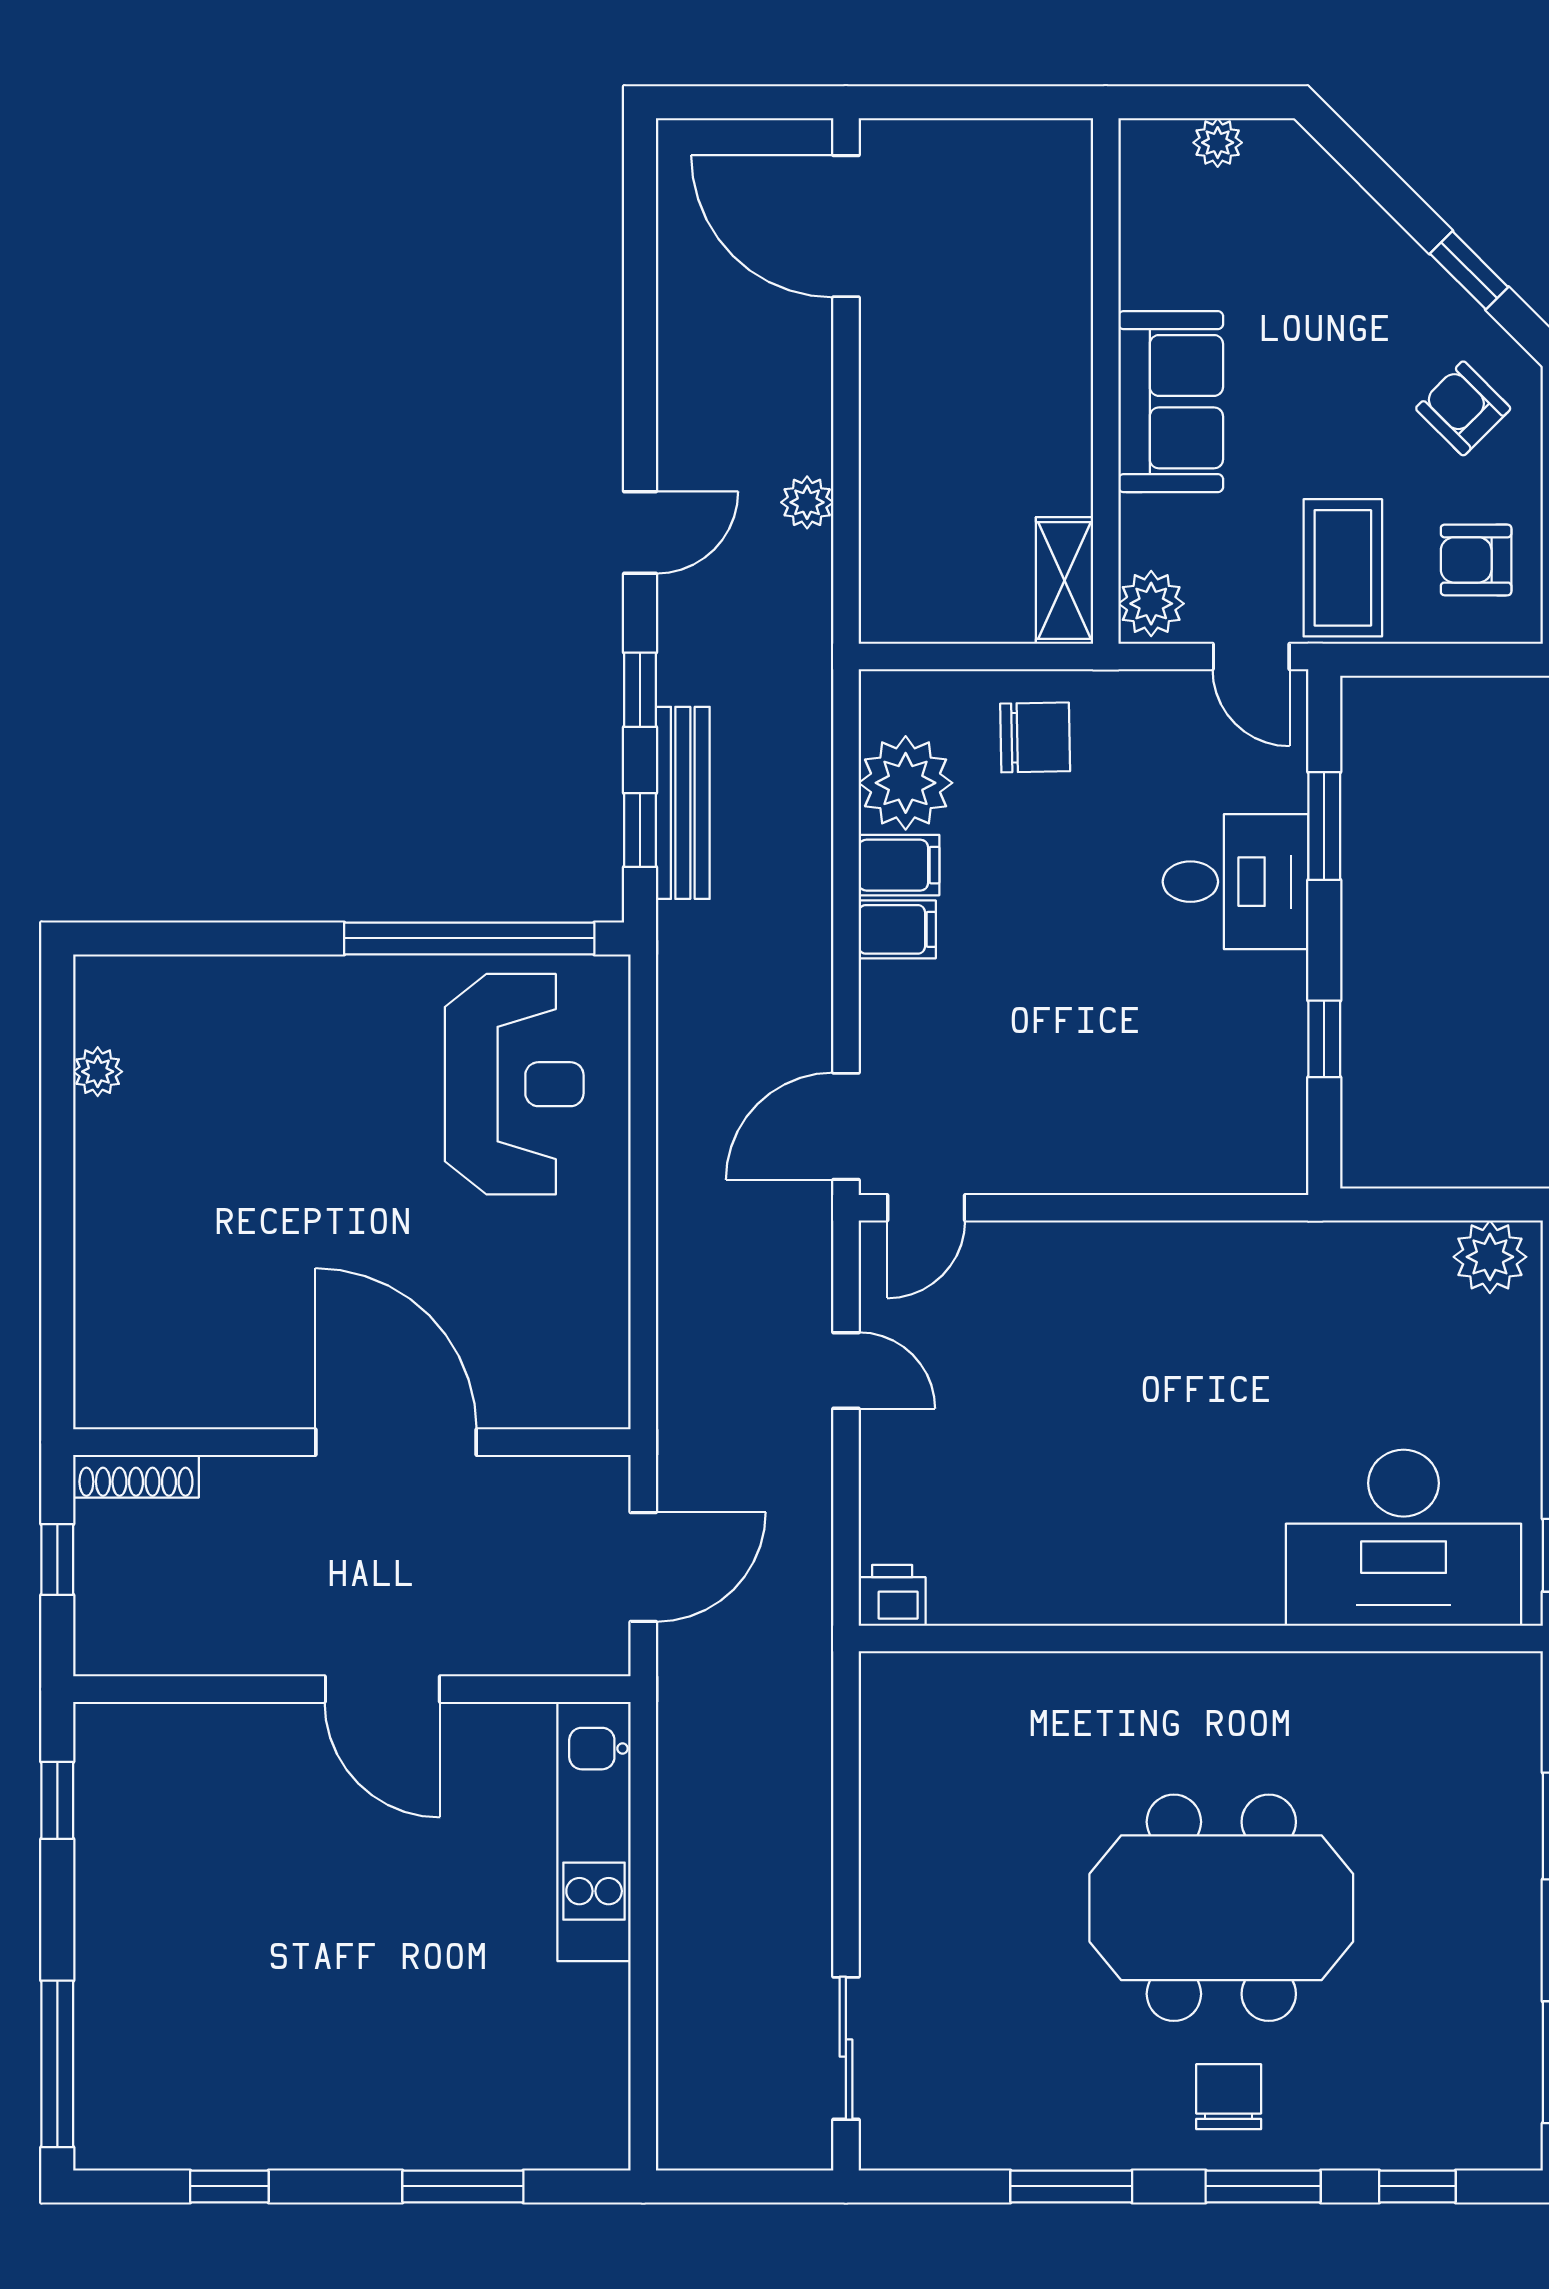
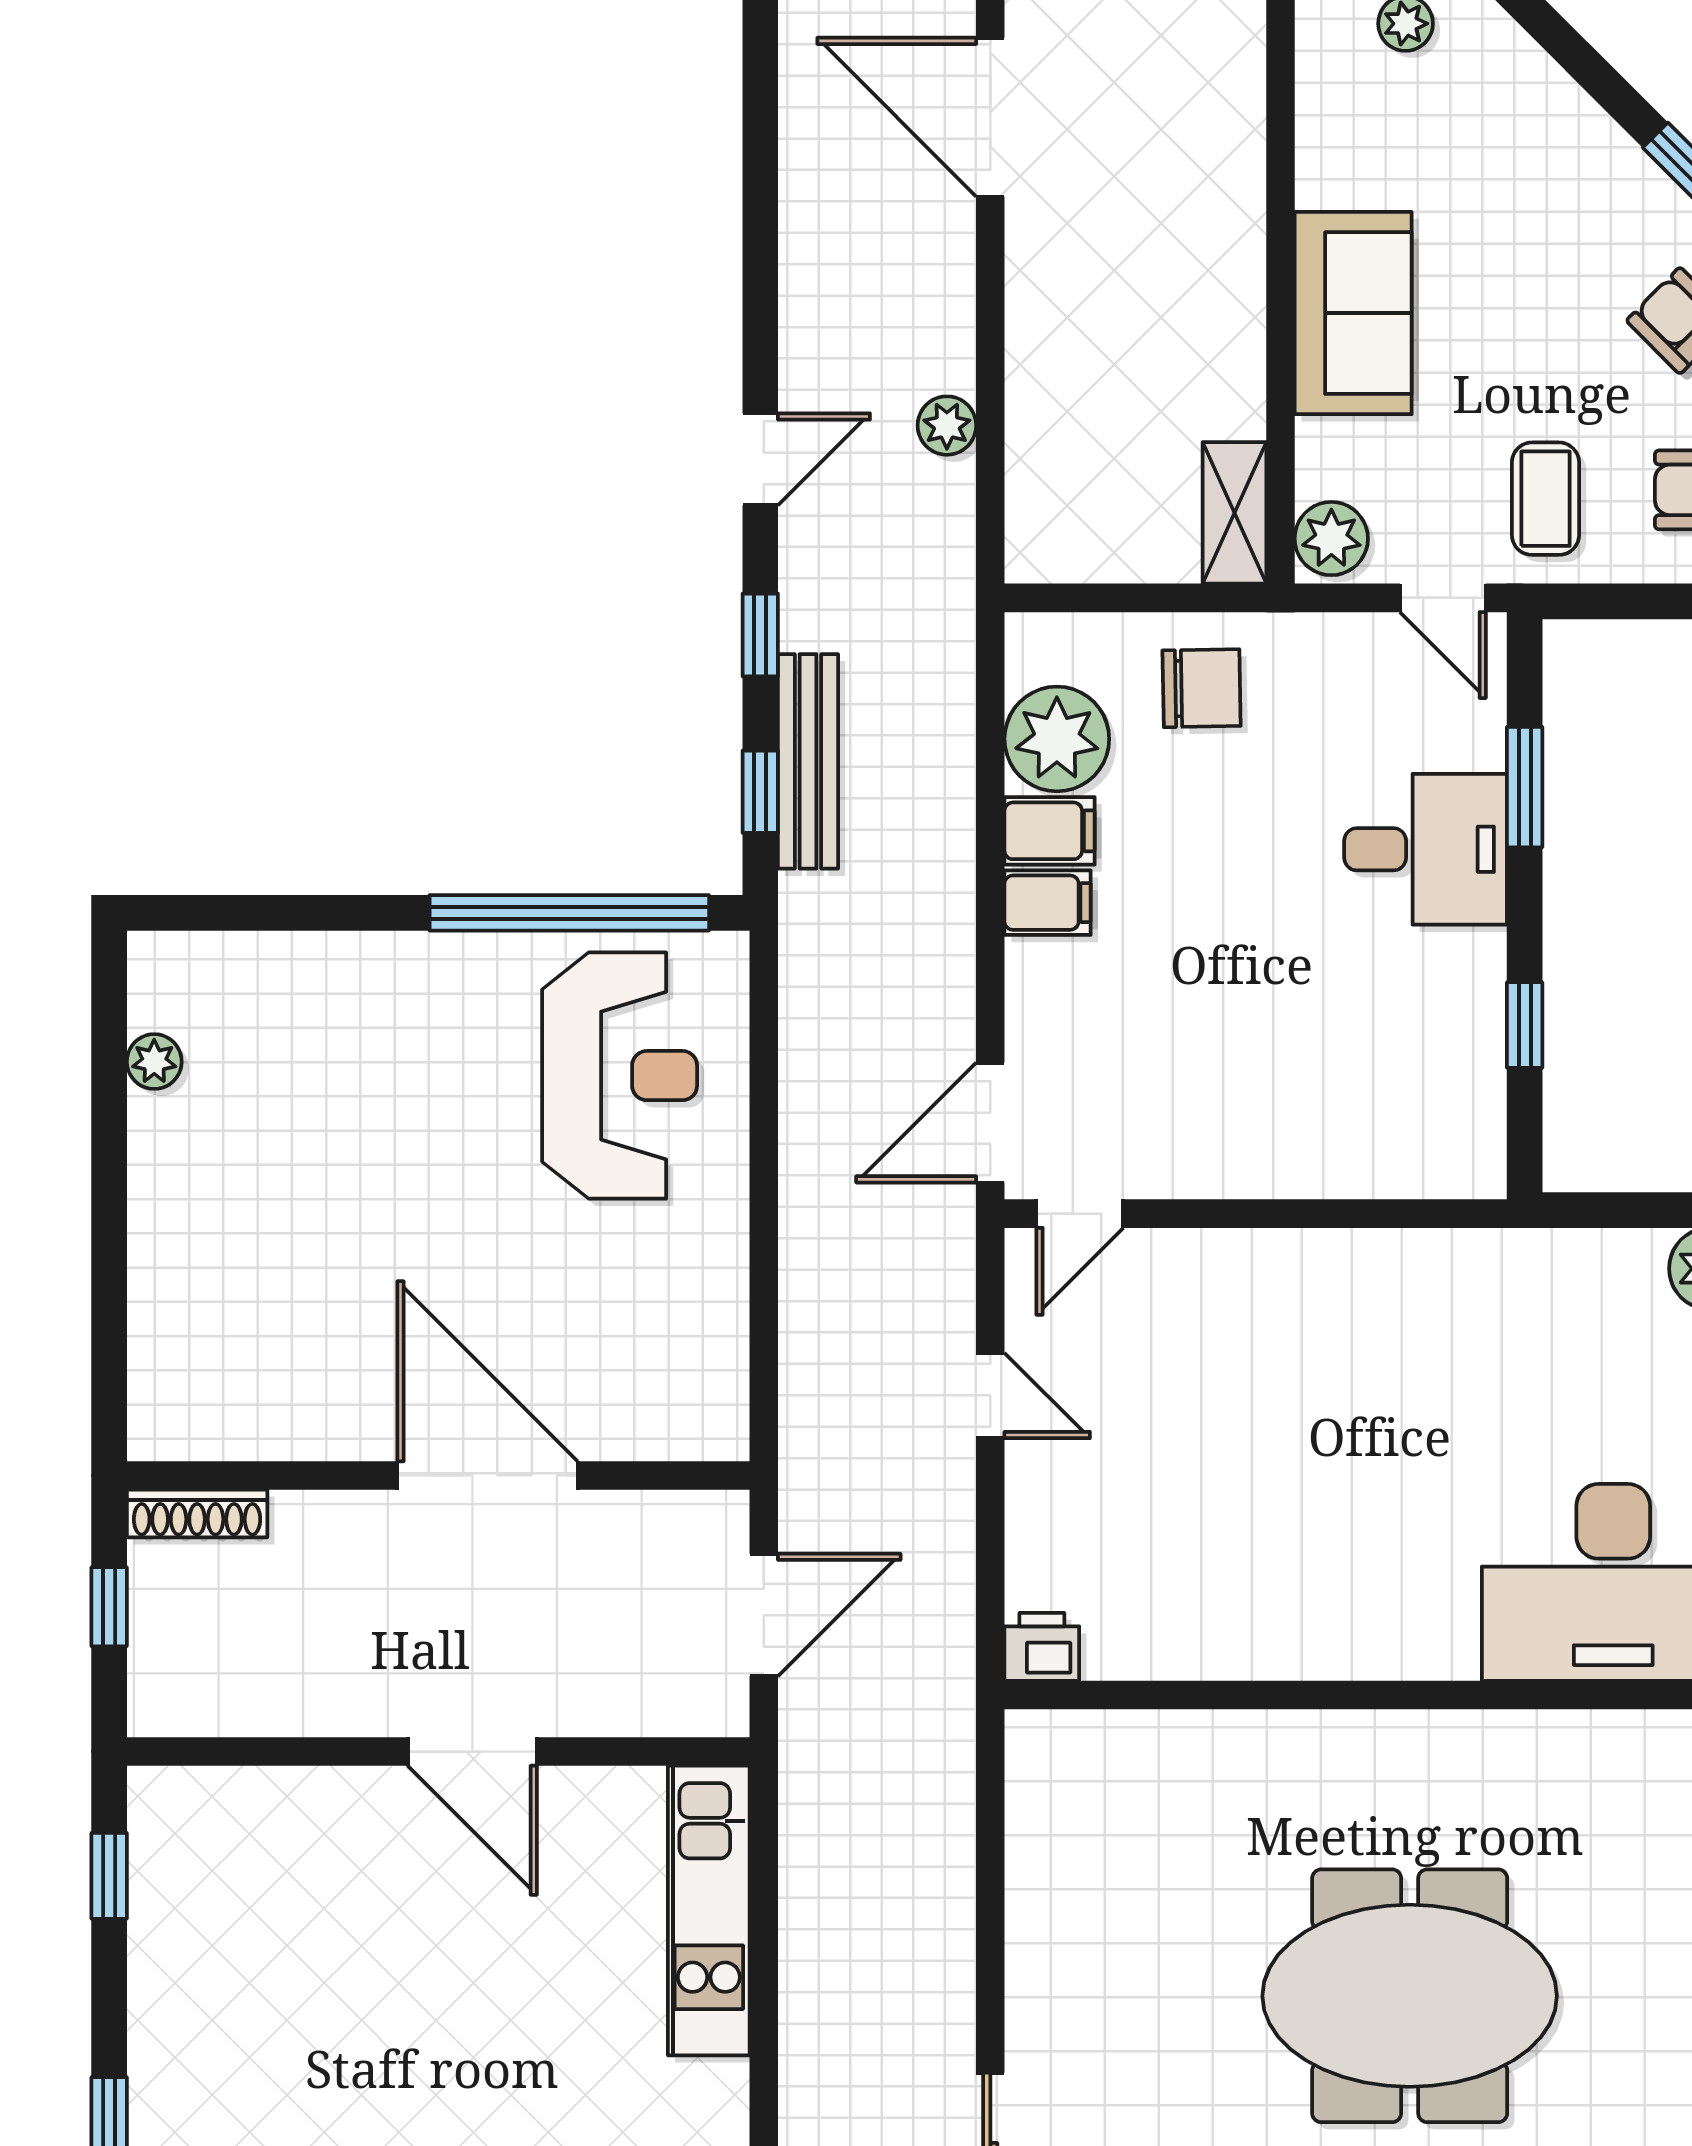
coffee table: (1343, 568) -> (1545, 499), width x0.73, depth x0.77

